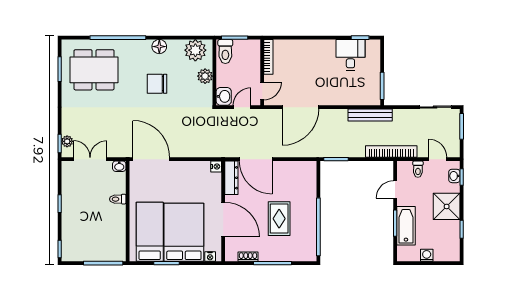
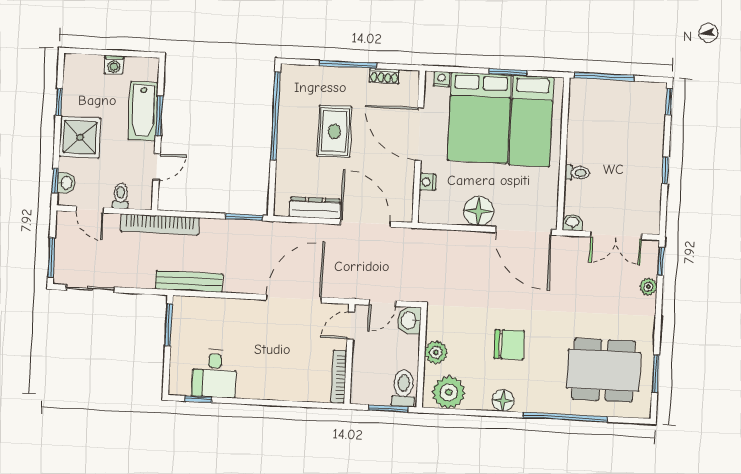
plant: (67, 141) -> (648, 287), moved
nightstand: (216, 167) -> (428, 182), moved
floor lamp: (182, 171) -> (479, 211), added
dresser: (231, 178) -> (315, 208), moved, turned 90

